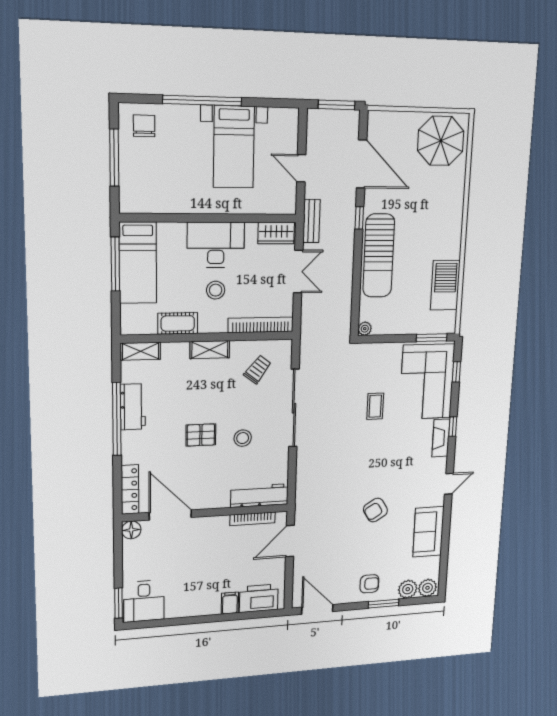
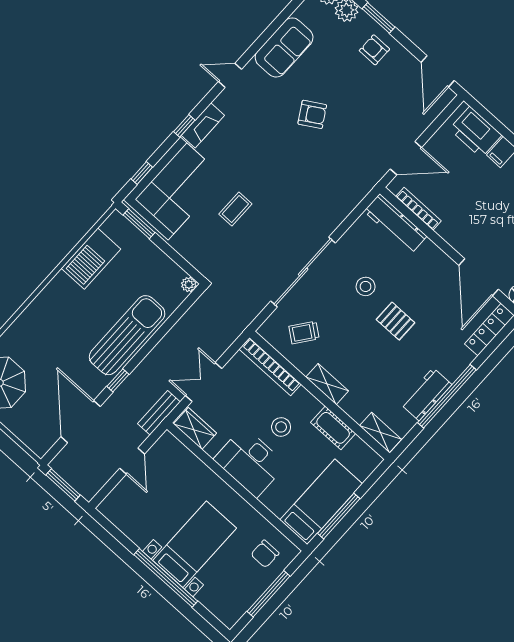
chair: (144, 126) -> (265, 554), moved
bed with nightstands: (234, 147) -> (195, 544), moved

